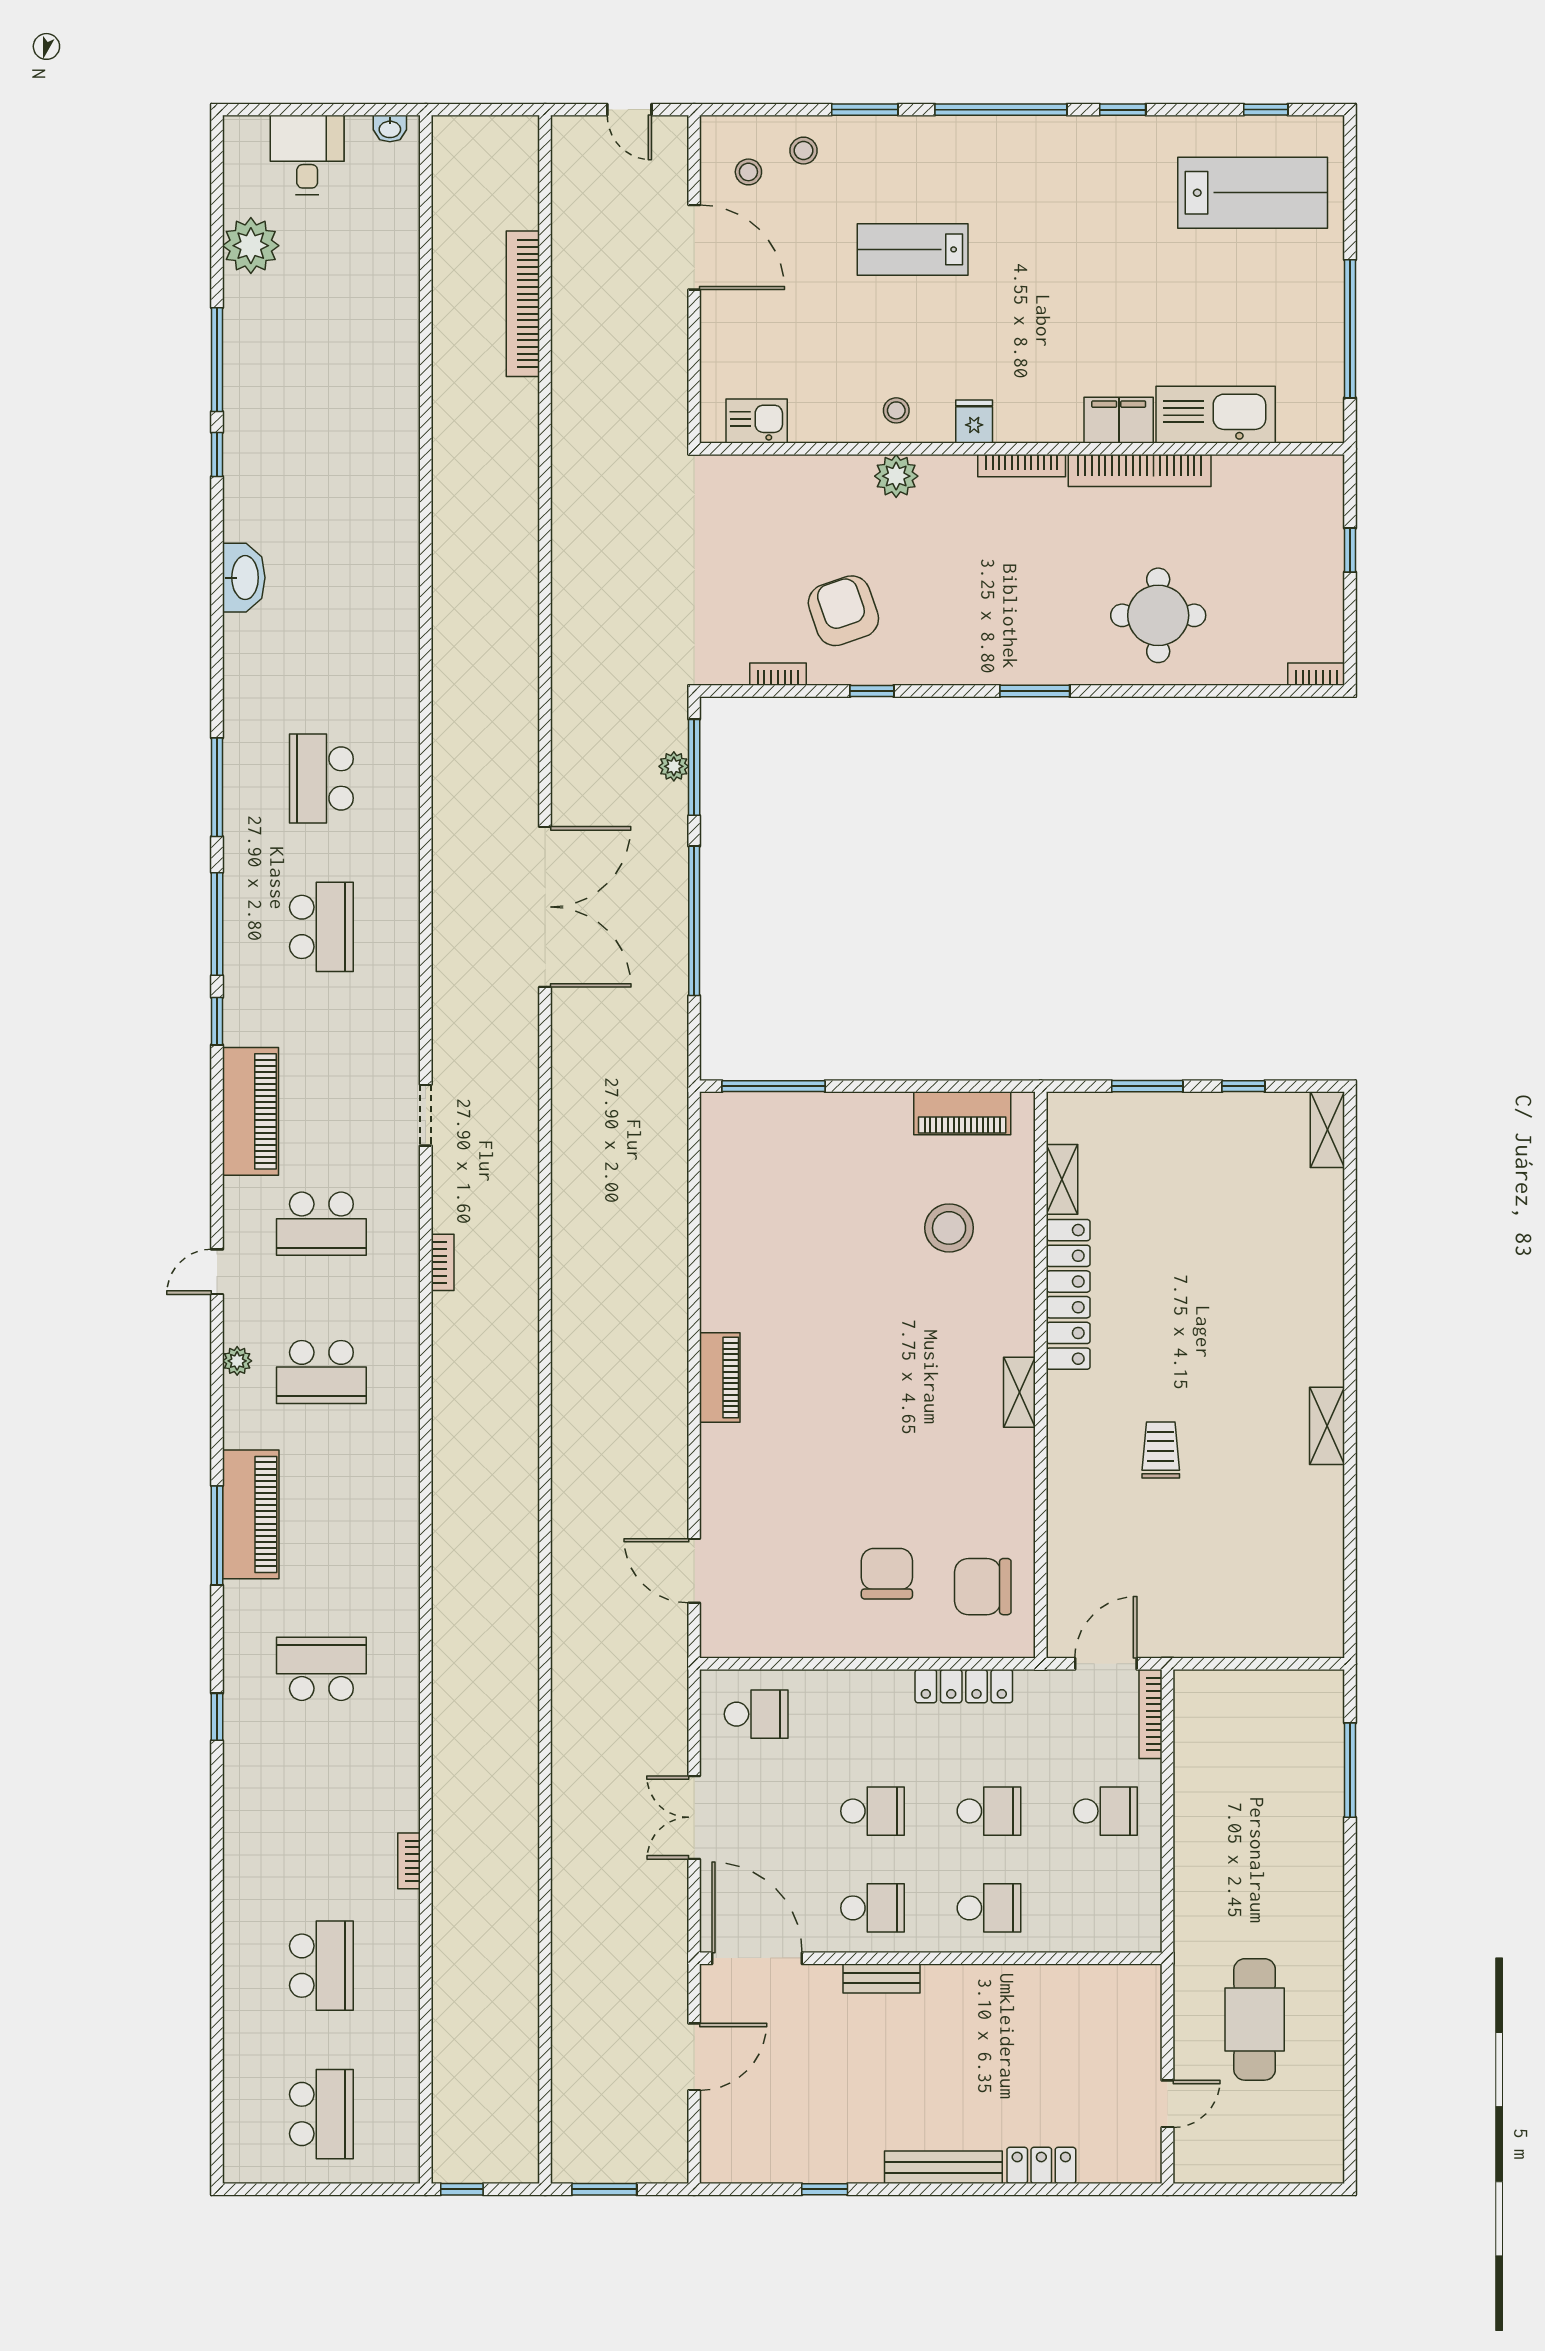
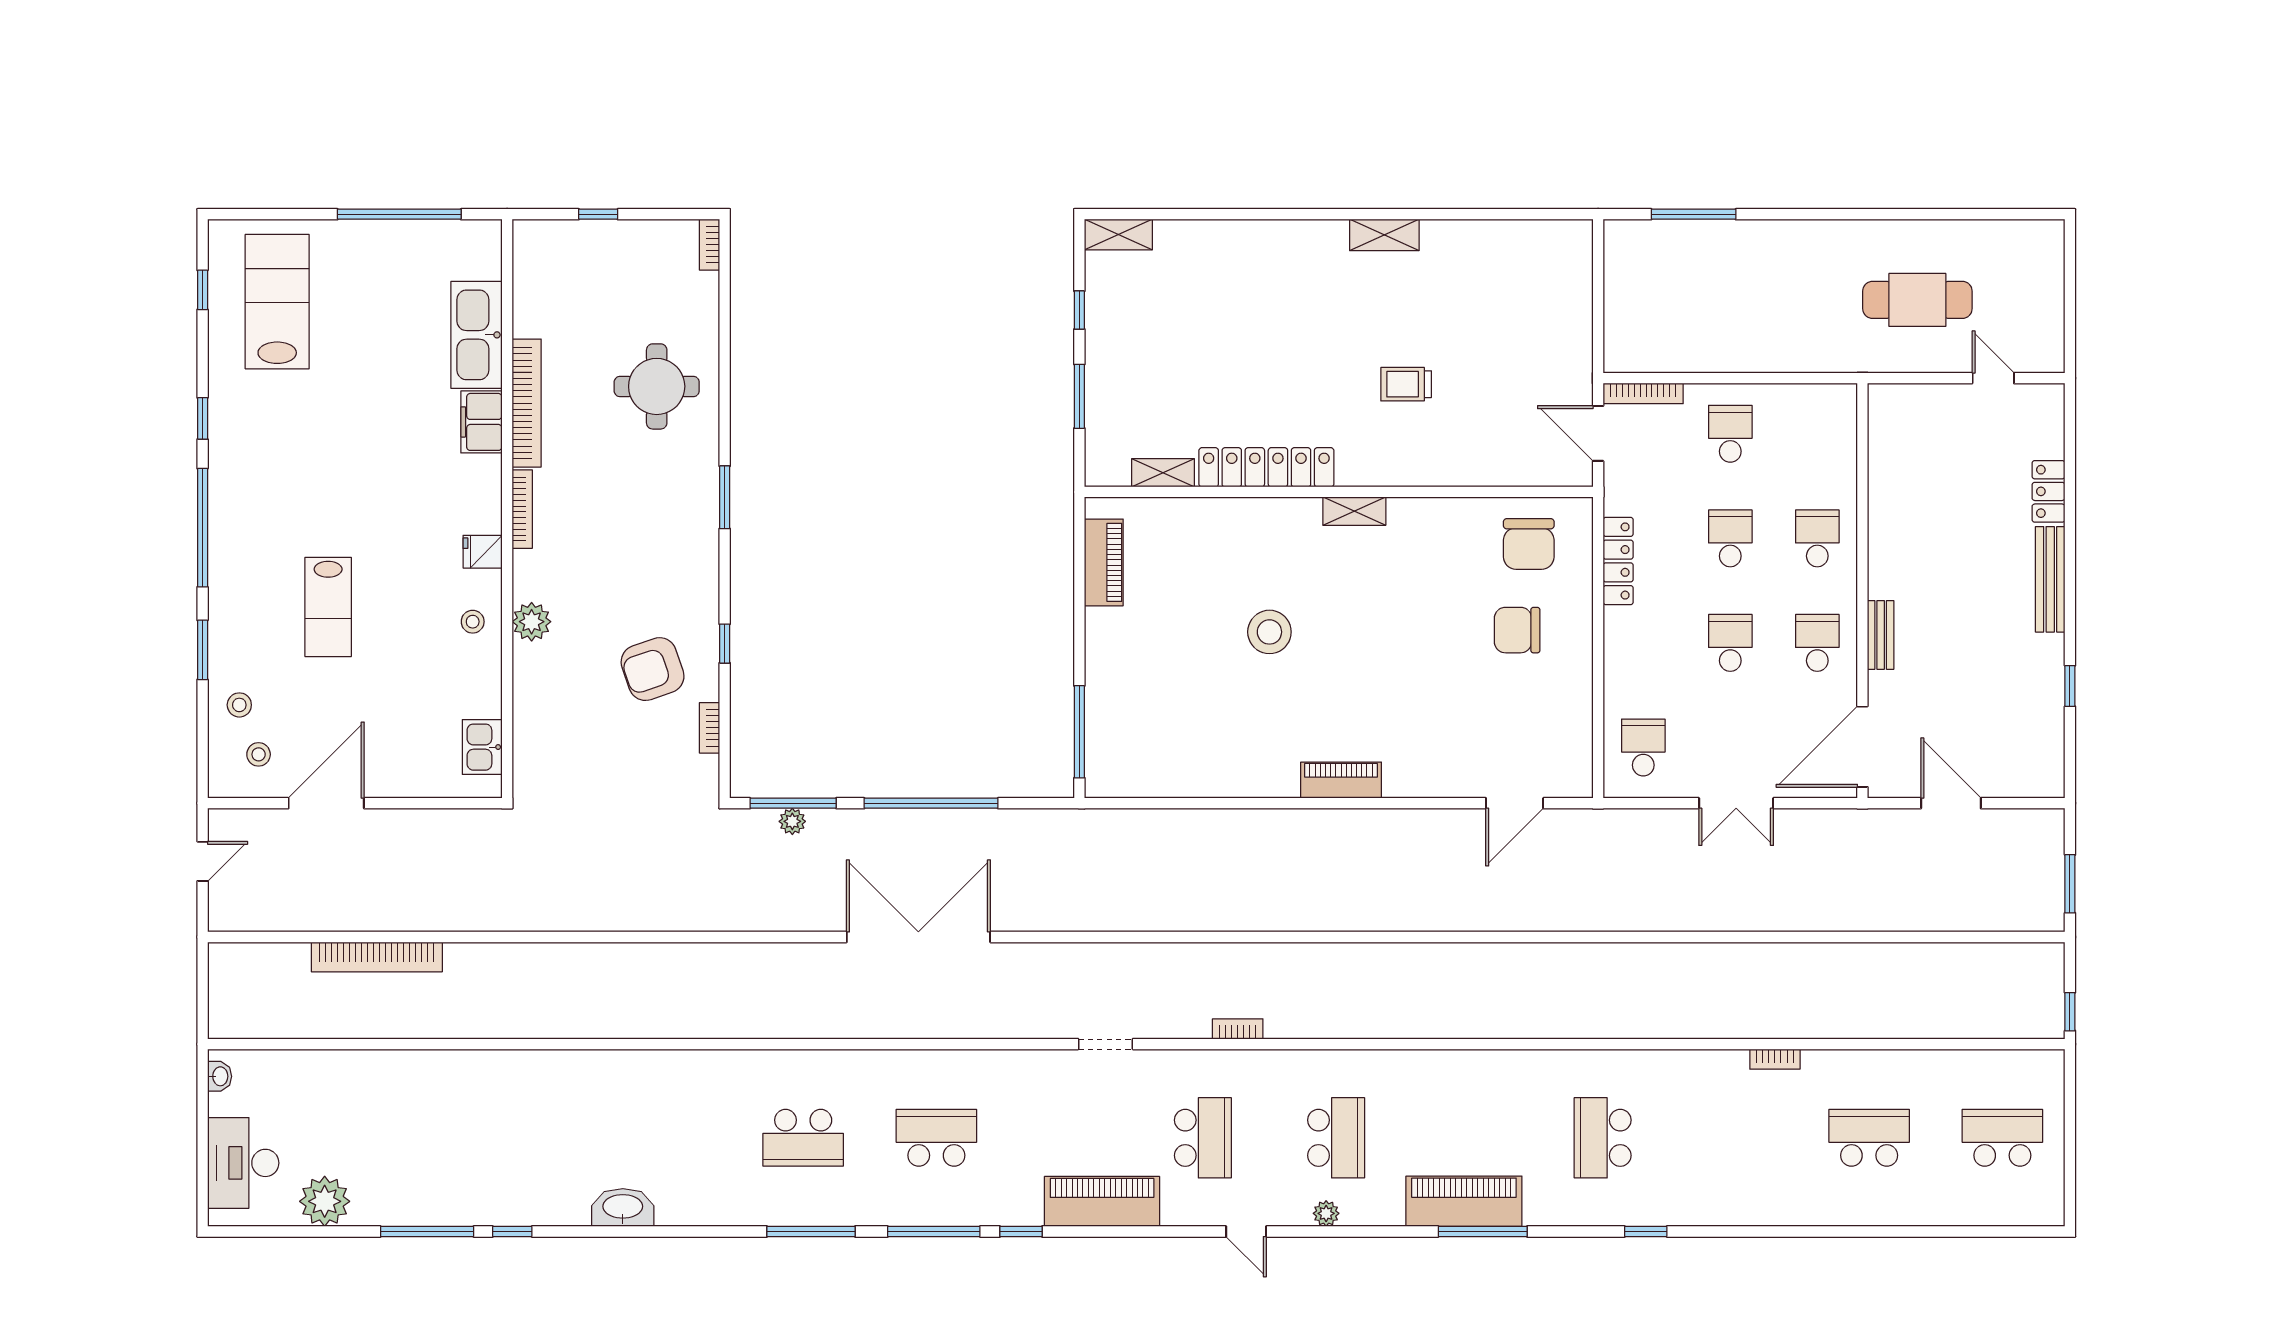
desk: (307, 155) -> (243, 1163), width x1.37
stool: (949, 1228) -> (1269, 632), moved

